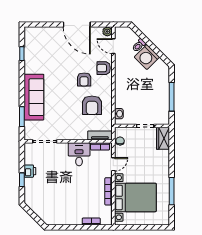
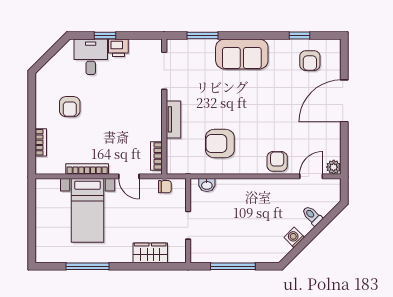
door: (77, 25) -> (344, 101), moved
washing machine: (147, 57) -> (294, 237), width x0.53, depth x0.53
armchair: (84, 79) -> (310, 61), moved, turned -90
sofa: (34, 97) -> (242, 54), width x0.73
tv unit: (100, 135) -> (173, 119), moved
wardrobe: (163, 138) -> (150, 253), moved
desk: (79, 154) -> (91, 57), moved, turned -90
bed with nightstands: (135, 197) -> (88, 210), width x0.73
armchair: (68, 203) -> (70, 107), added

